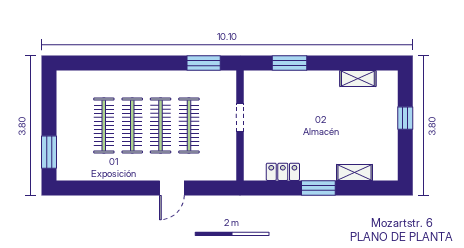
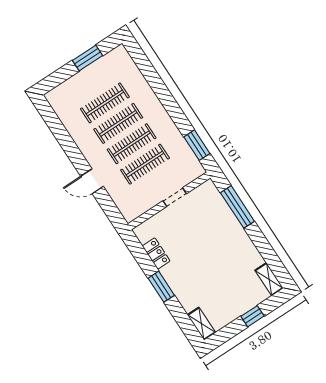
window: (290, 63) -> (237, 207), width x1.44
shelving: (358, 79) -> (269, 279), moved
window: (49, 152) -> (87, 58), moved
shelving: (355, 172) -> (201, 324), moved

